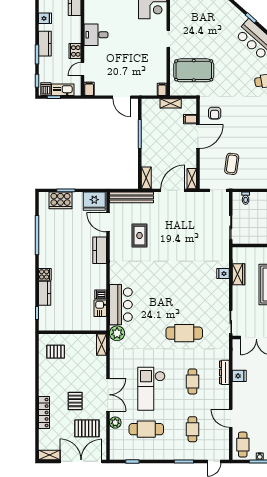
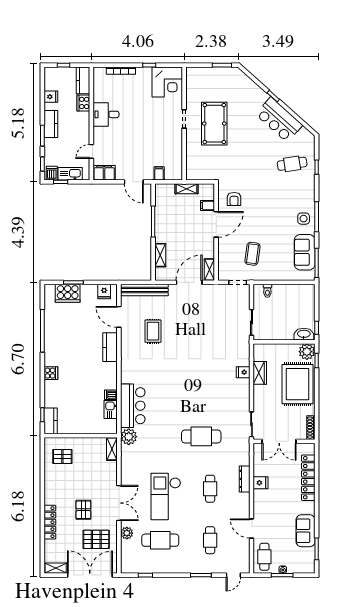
cooker: (75, 51) -> (83, 103), moved
pool table: (194, 70) -> (214, 124), moved, turned 90
filing cabinet: (89, 89) -> (104, 173), width x2.00
filing cabinet: (162, 89) -> (159, 173), moved
shelving: (146, 178) -> (160, 255), moved
fridge: (94, 201) -> (104, 292), width x0.53, depth x0.75
kitchen counter: (45, 293) -> (51, 421), moved

